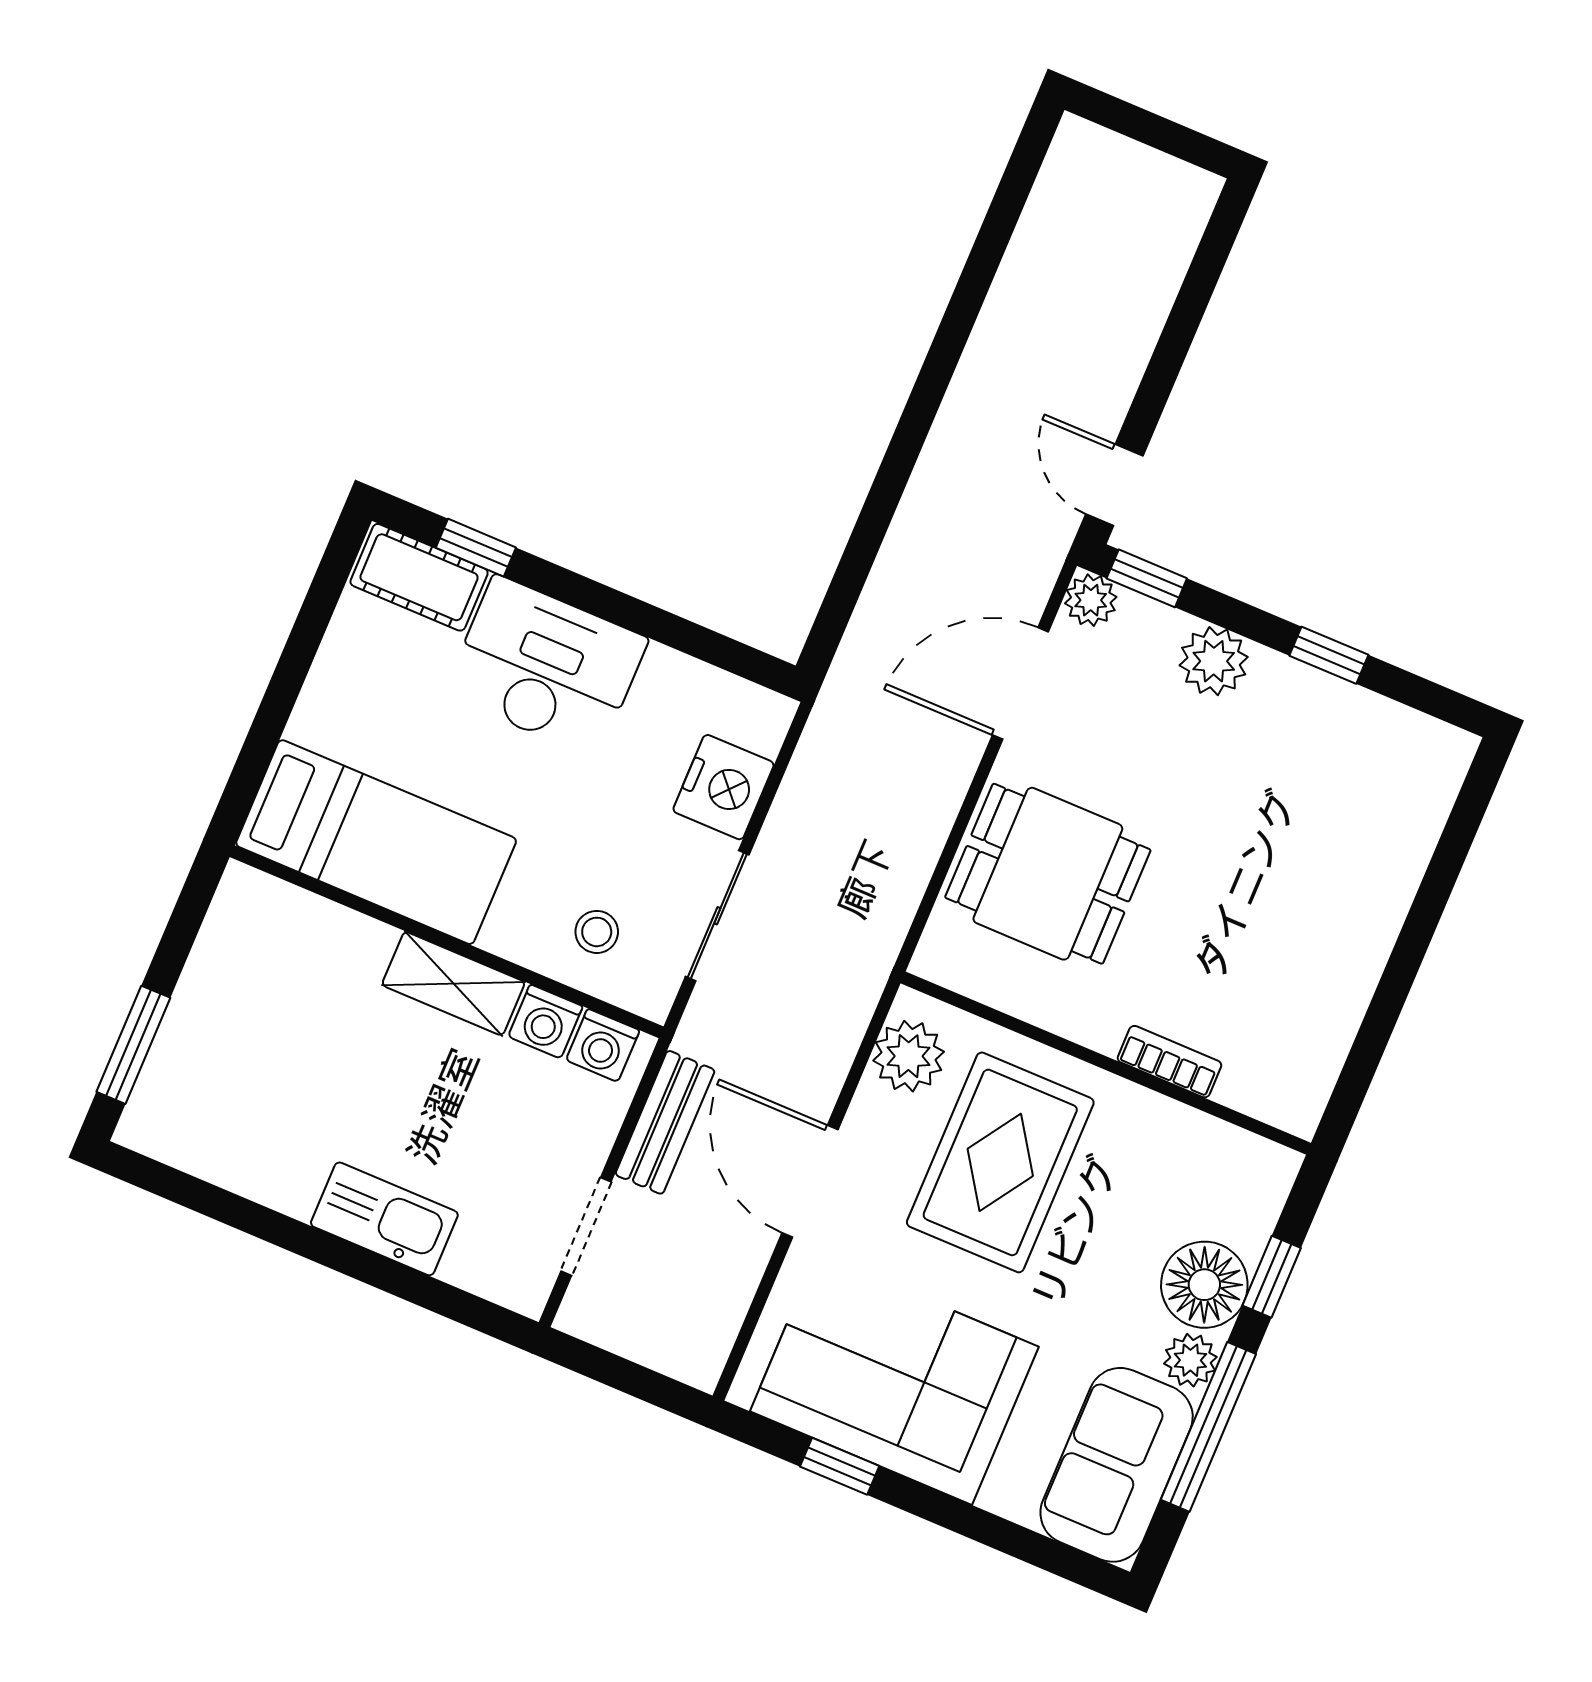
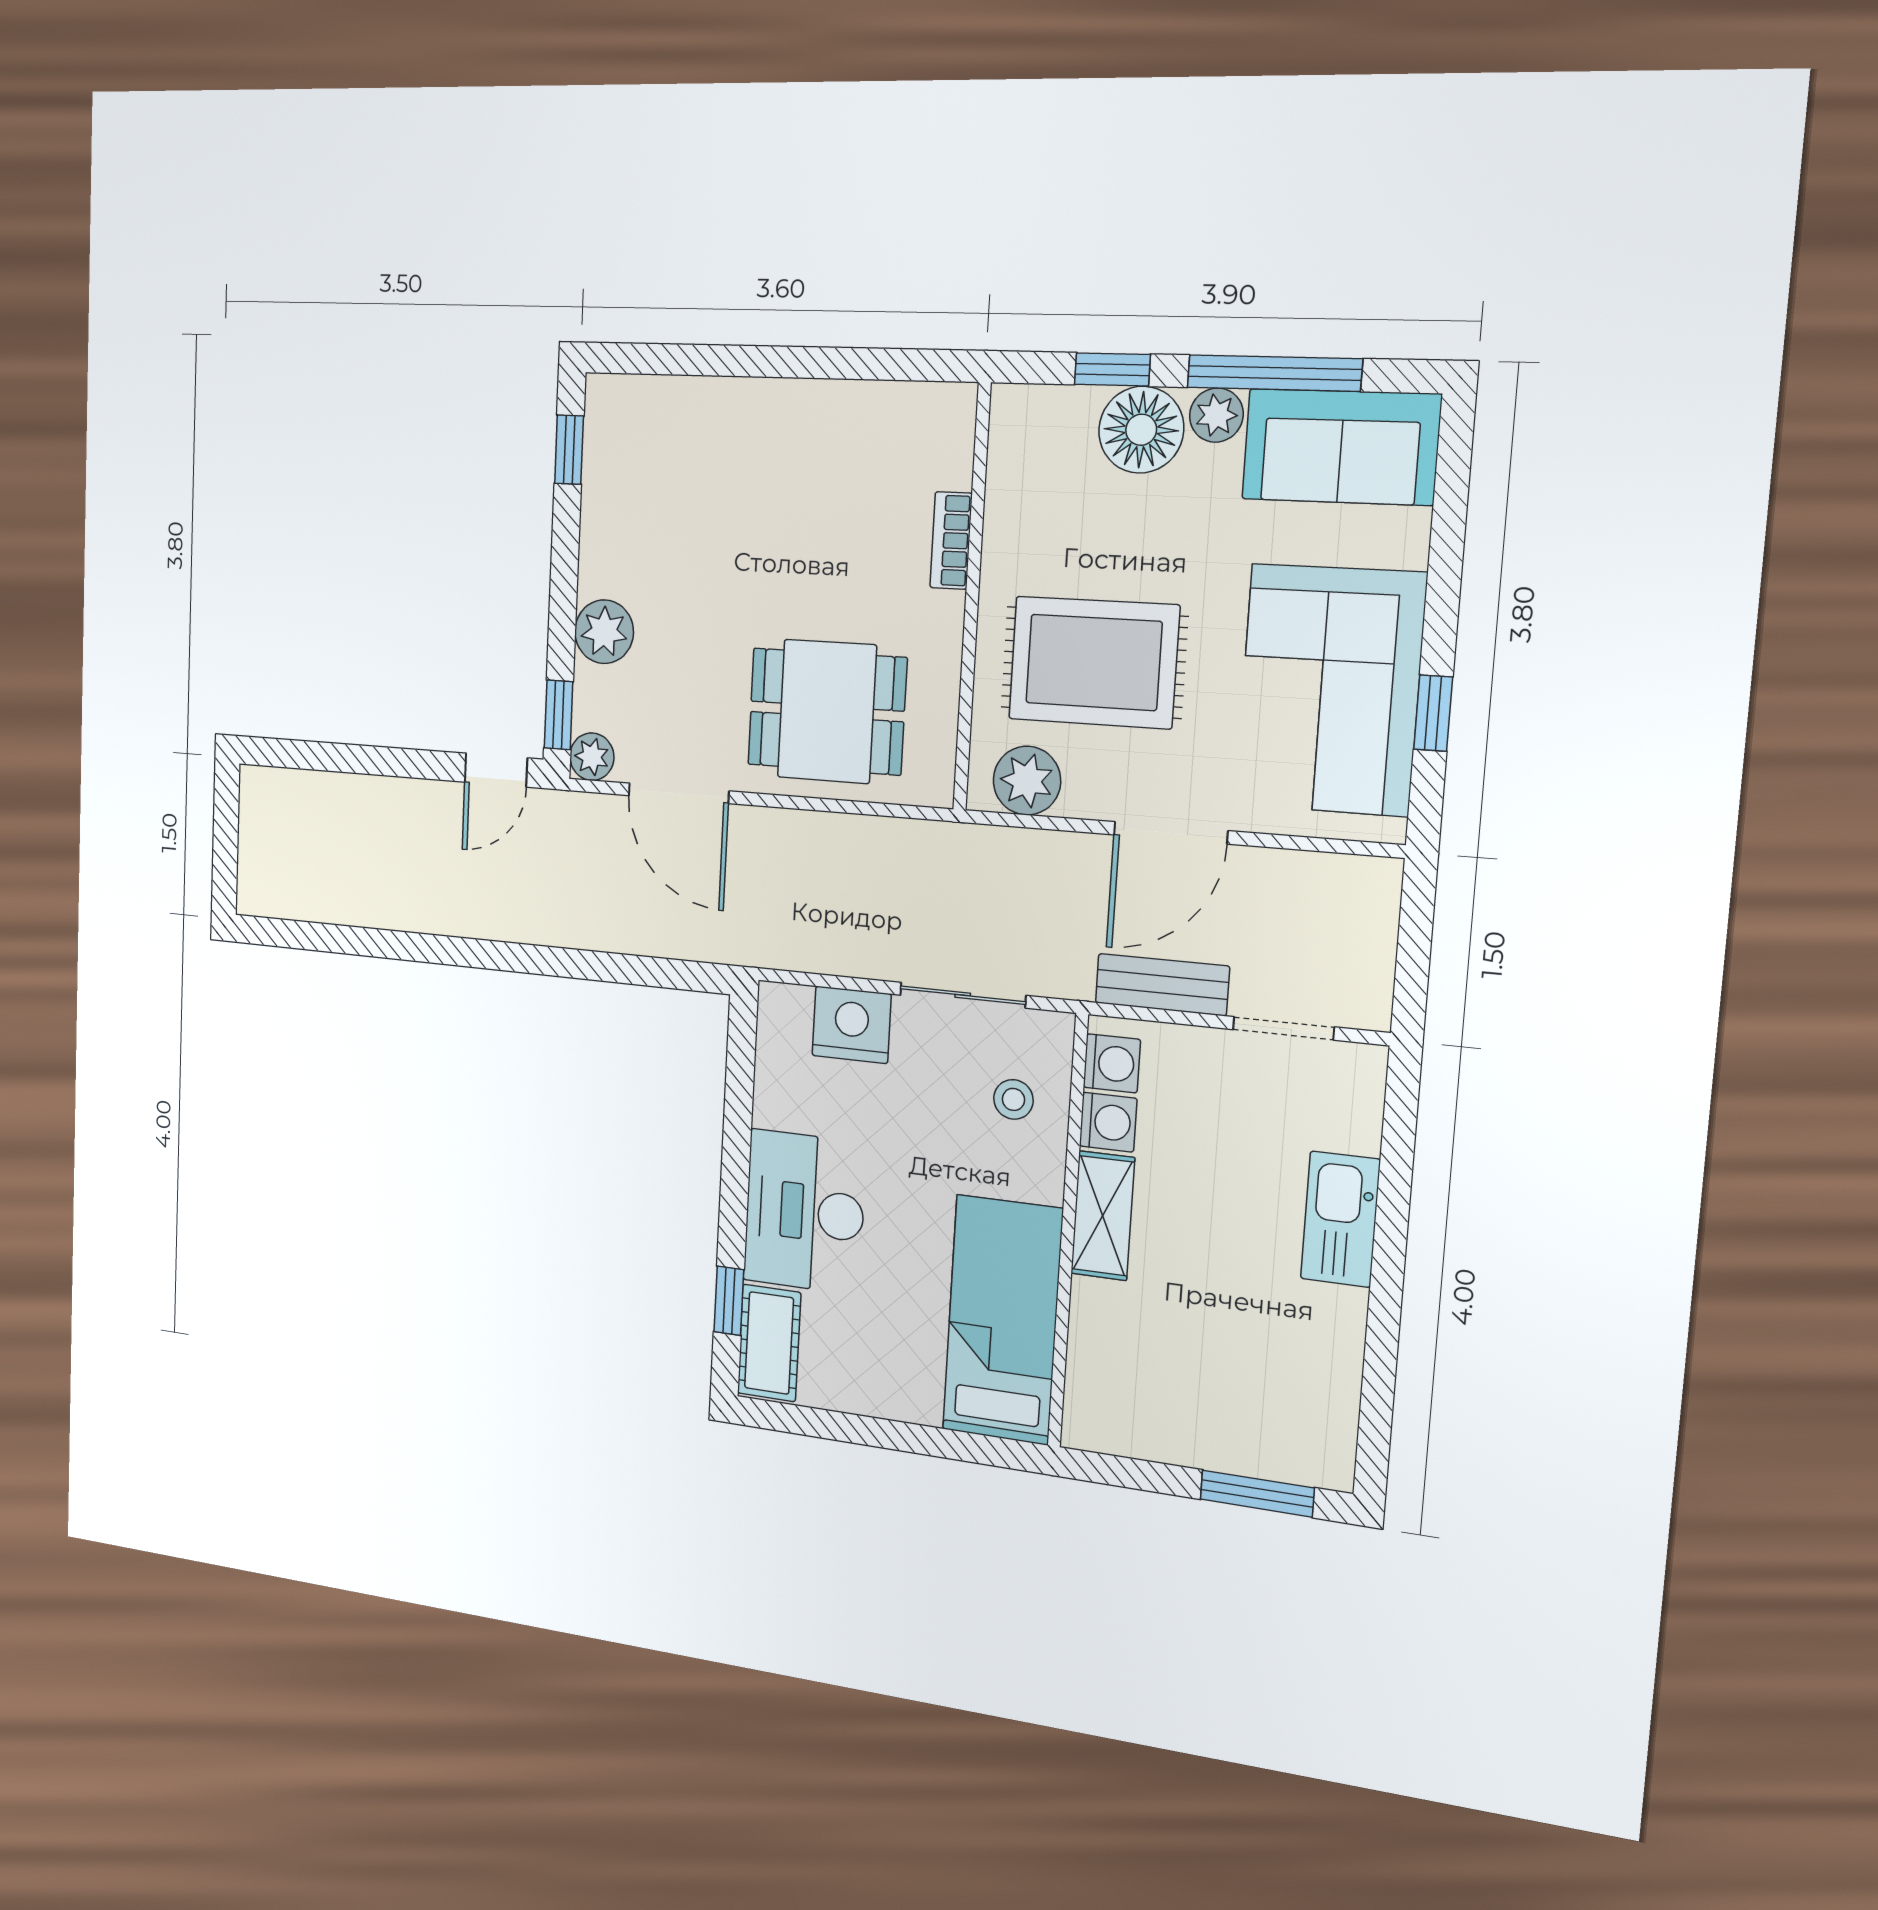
window: (1329, 655) -> (569, 450), moved
dining table: (1048, 874) -> (827, 711), turned 90

